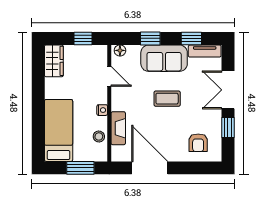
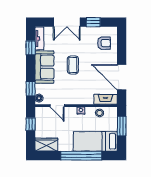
window: (150, 38) -> (31, 89), moved
door: (109, 76) -> (57, 106), swing flipped
window: (38, 111) -> (81, 156), added
fireplace: (118, 128) -> (105, 99), moved
door: (150, 168) -> (122, 77), hinge flipped

